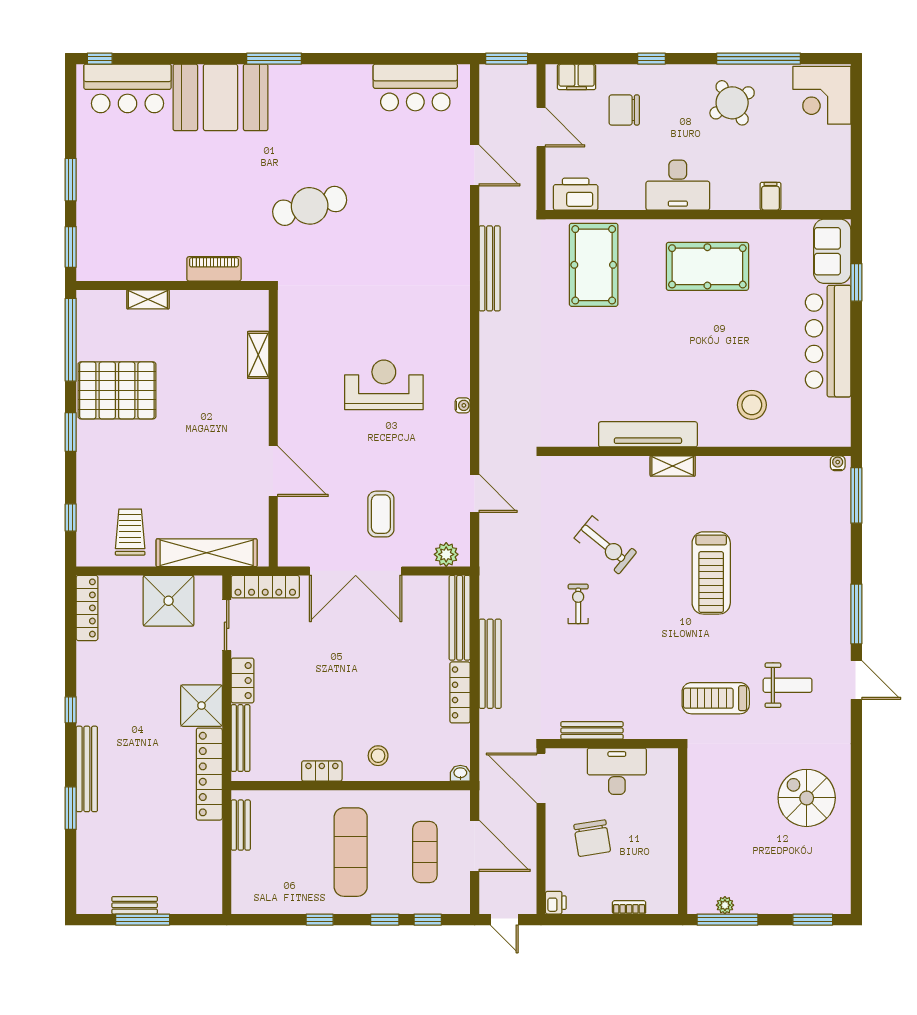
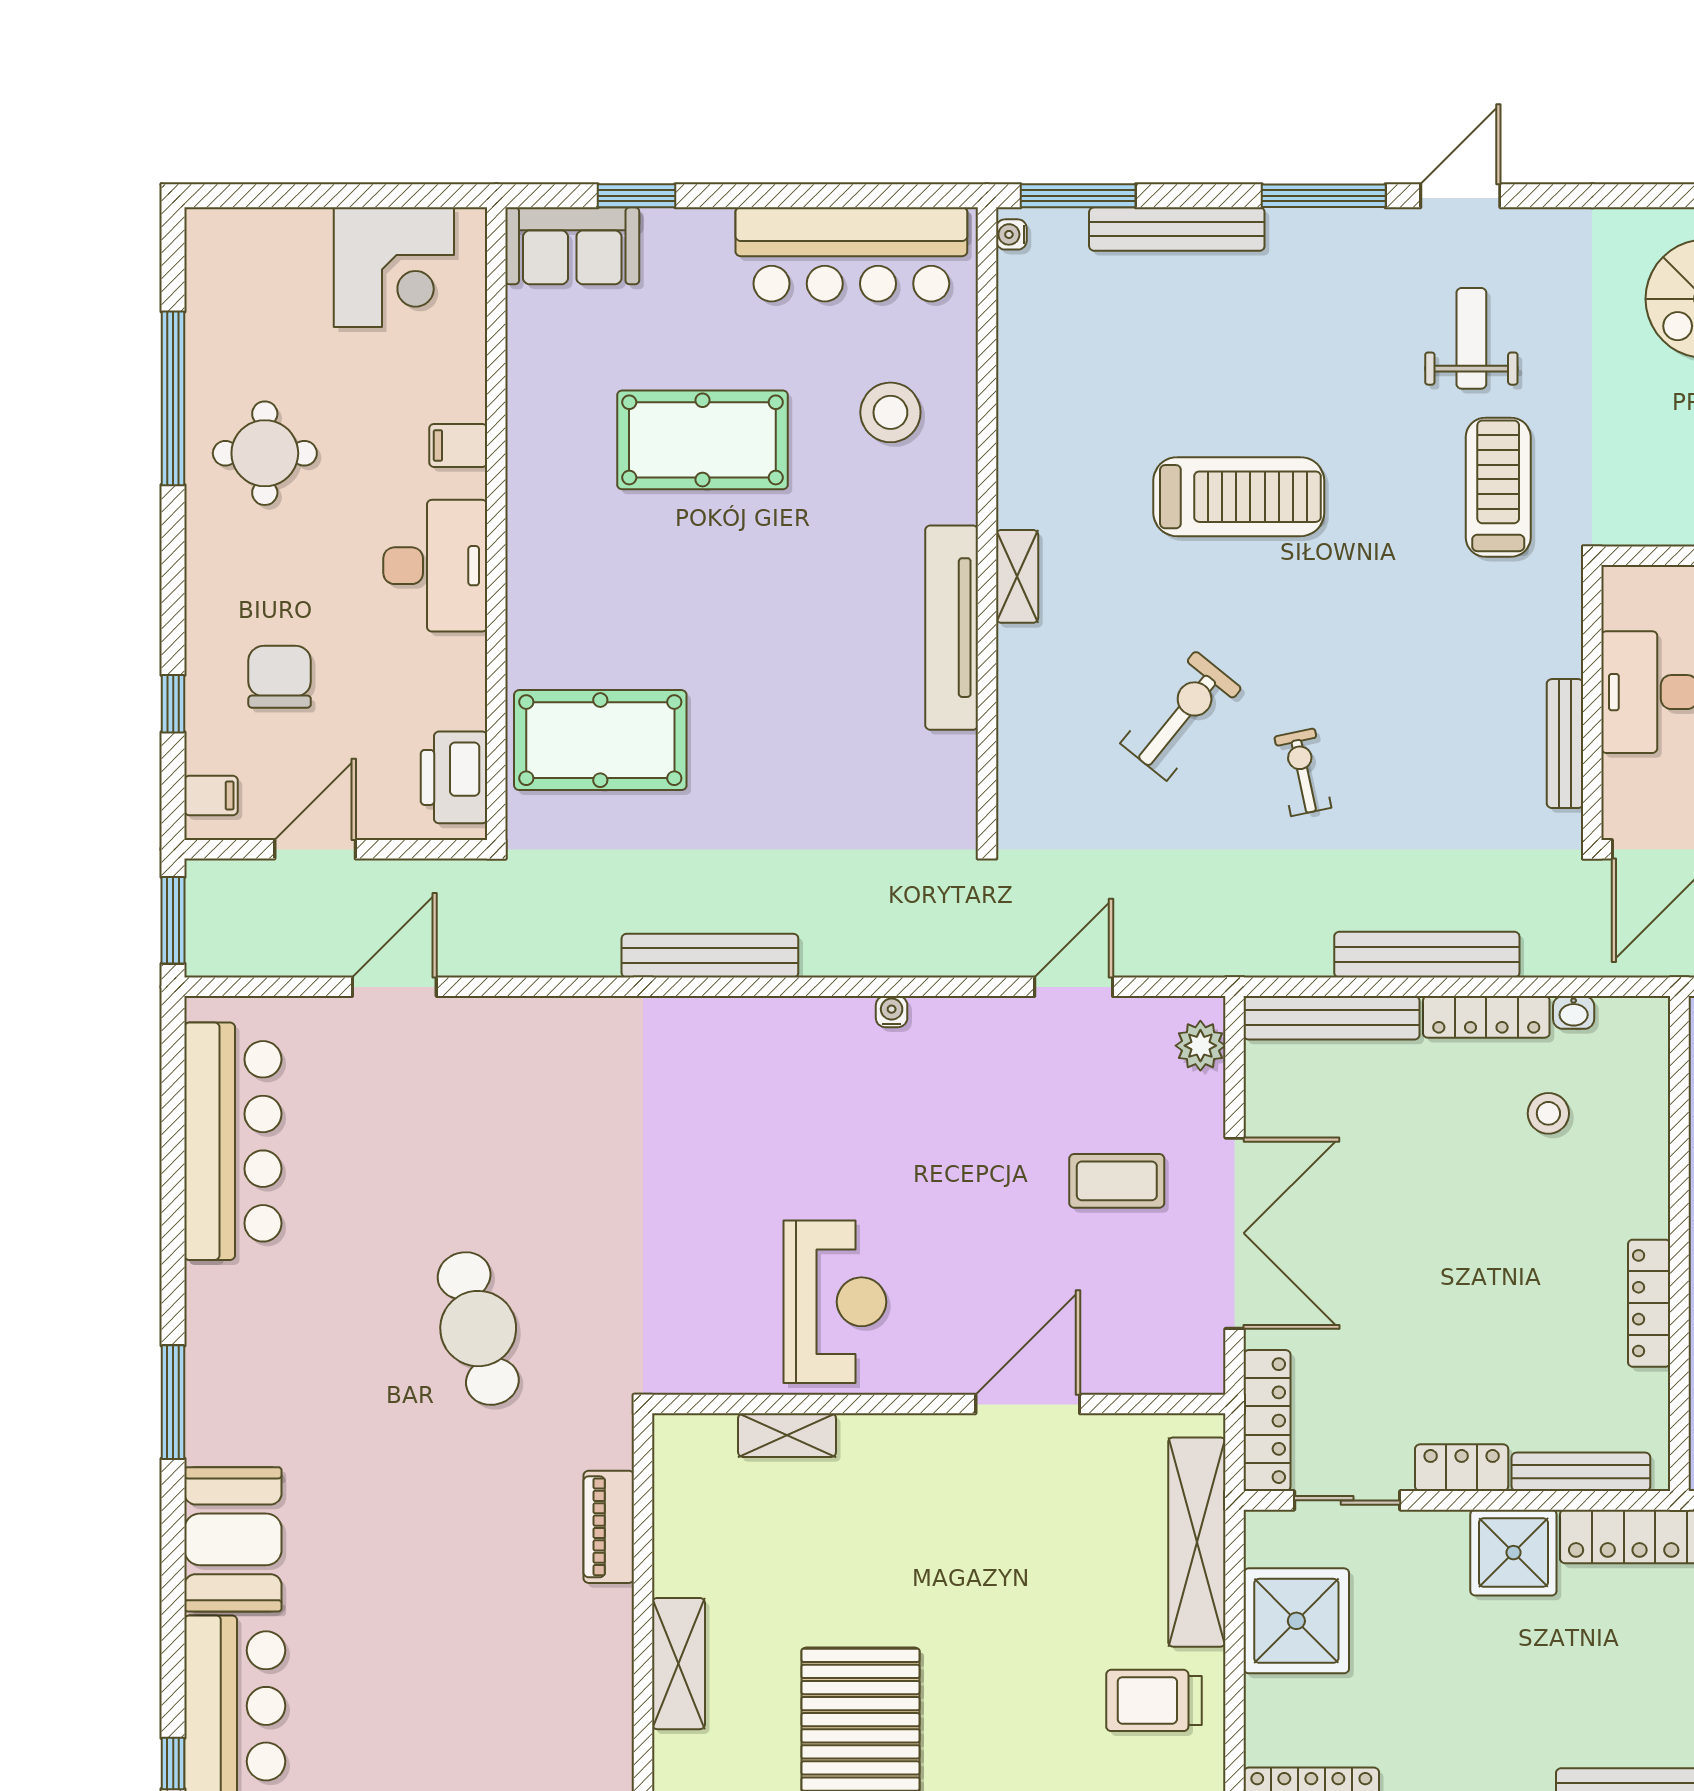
window: (652, 59) -> (173, 704), moved
filing cabinet: (577, 77) -> (211, 795), width x0.50
bar counter: (415, 87) -> (233, 1141), width x1.36
corner desk: (822, 95) -> (394, 267), moved
booth: (220, 97) -> (233, 1539), width x0.73, depth x0.70
round table: (732, 103) -> (265, 453), turned 32
chair: (624, 110) -> (280, 677), turned 180
filing cabinet: (770, 196) -> (458, 445), moved
pool table: (707, 266) -> (702, 440), moved, turned 90
bench: (490, 268) -> (710, 956), moved
shelving: (148, 299) -> (678, 1664), width x1.50, depth x1.33
bar counter: (828, 341) -> (851, 254), moved
reception desk: (384, 385) -> (835, 1302), moved, turned 180
bench: (840, 543) -> (1177, 229), added
exercise bike: (578, 604) -> (1303, 772), turned 78
treadmill: (716, 698) -> (1498, 487), turned 180
stool: (378, 756) -> (1548, 1113), moved
locker: (322, 771) -> (1649, 1303), width x1.53
washbasin: (460, 773) -> (1574, 1012), moved, turned -90

